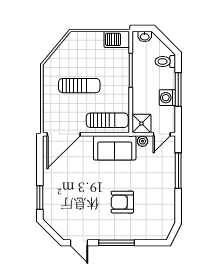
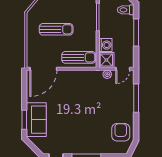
washing machine: (167, 98) -> (105, 45), moved, turned 180
sofa: (115, 148) -> (36, 120), moved, turned -90
armchair: (122, 202) -> (121, 132), moved, turned 90

